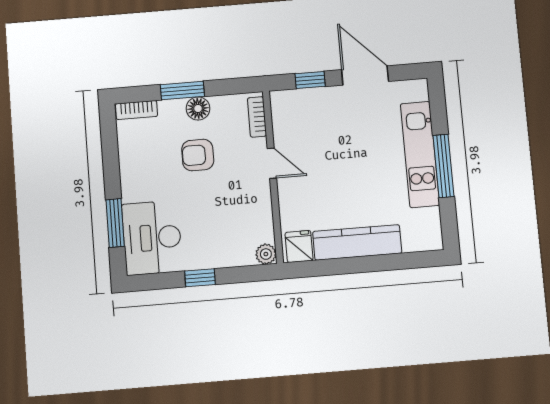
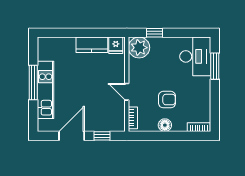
door: (365, 75) -> (72, 136), swing flipped
window: (182, 90) -> (173, 136), removed
kitchen counter: (357, 242) -> (92, 45), width x0.67
plant: (266, 254) -> (139, 48), width x1.88, depth x1.88
window: (200, 278) -> (154, 33), moved

